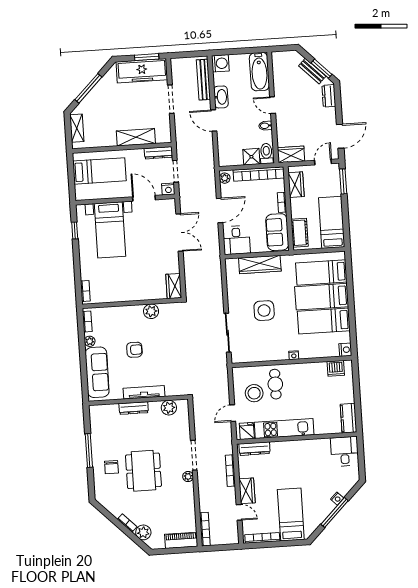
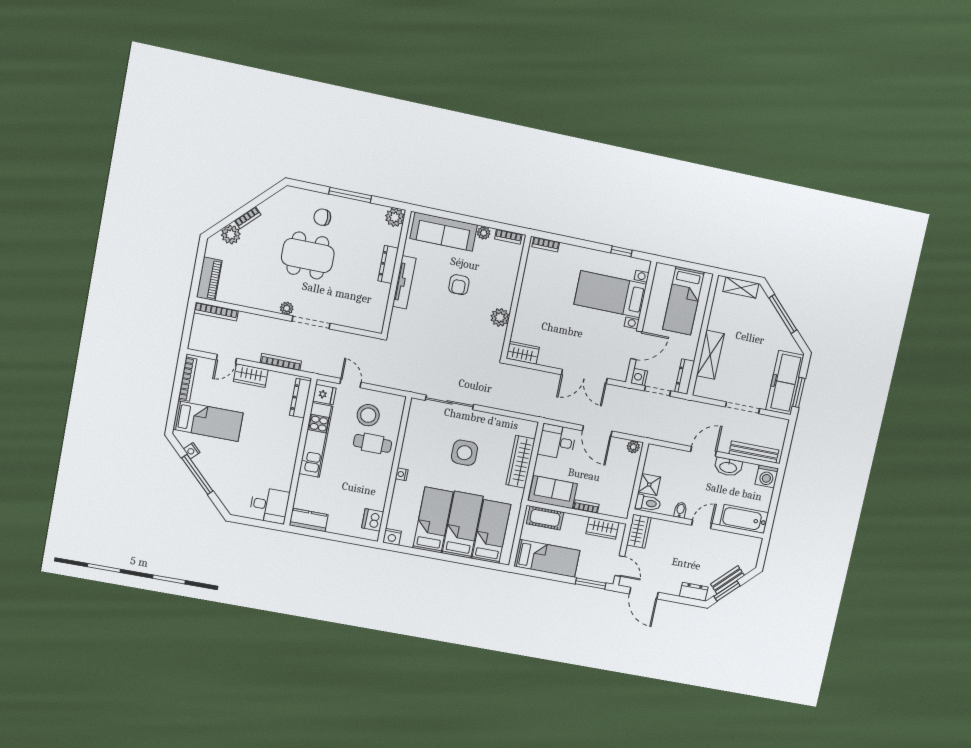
bookcase: (259, 174) -> (627, 488), removed
plant: (169, 408) -> (395, 217), moved
nightstand: (337, 499) -> (192, 451), moved

